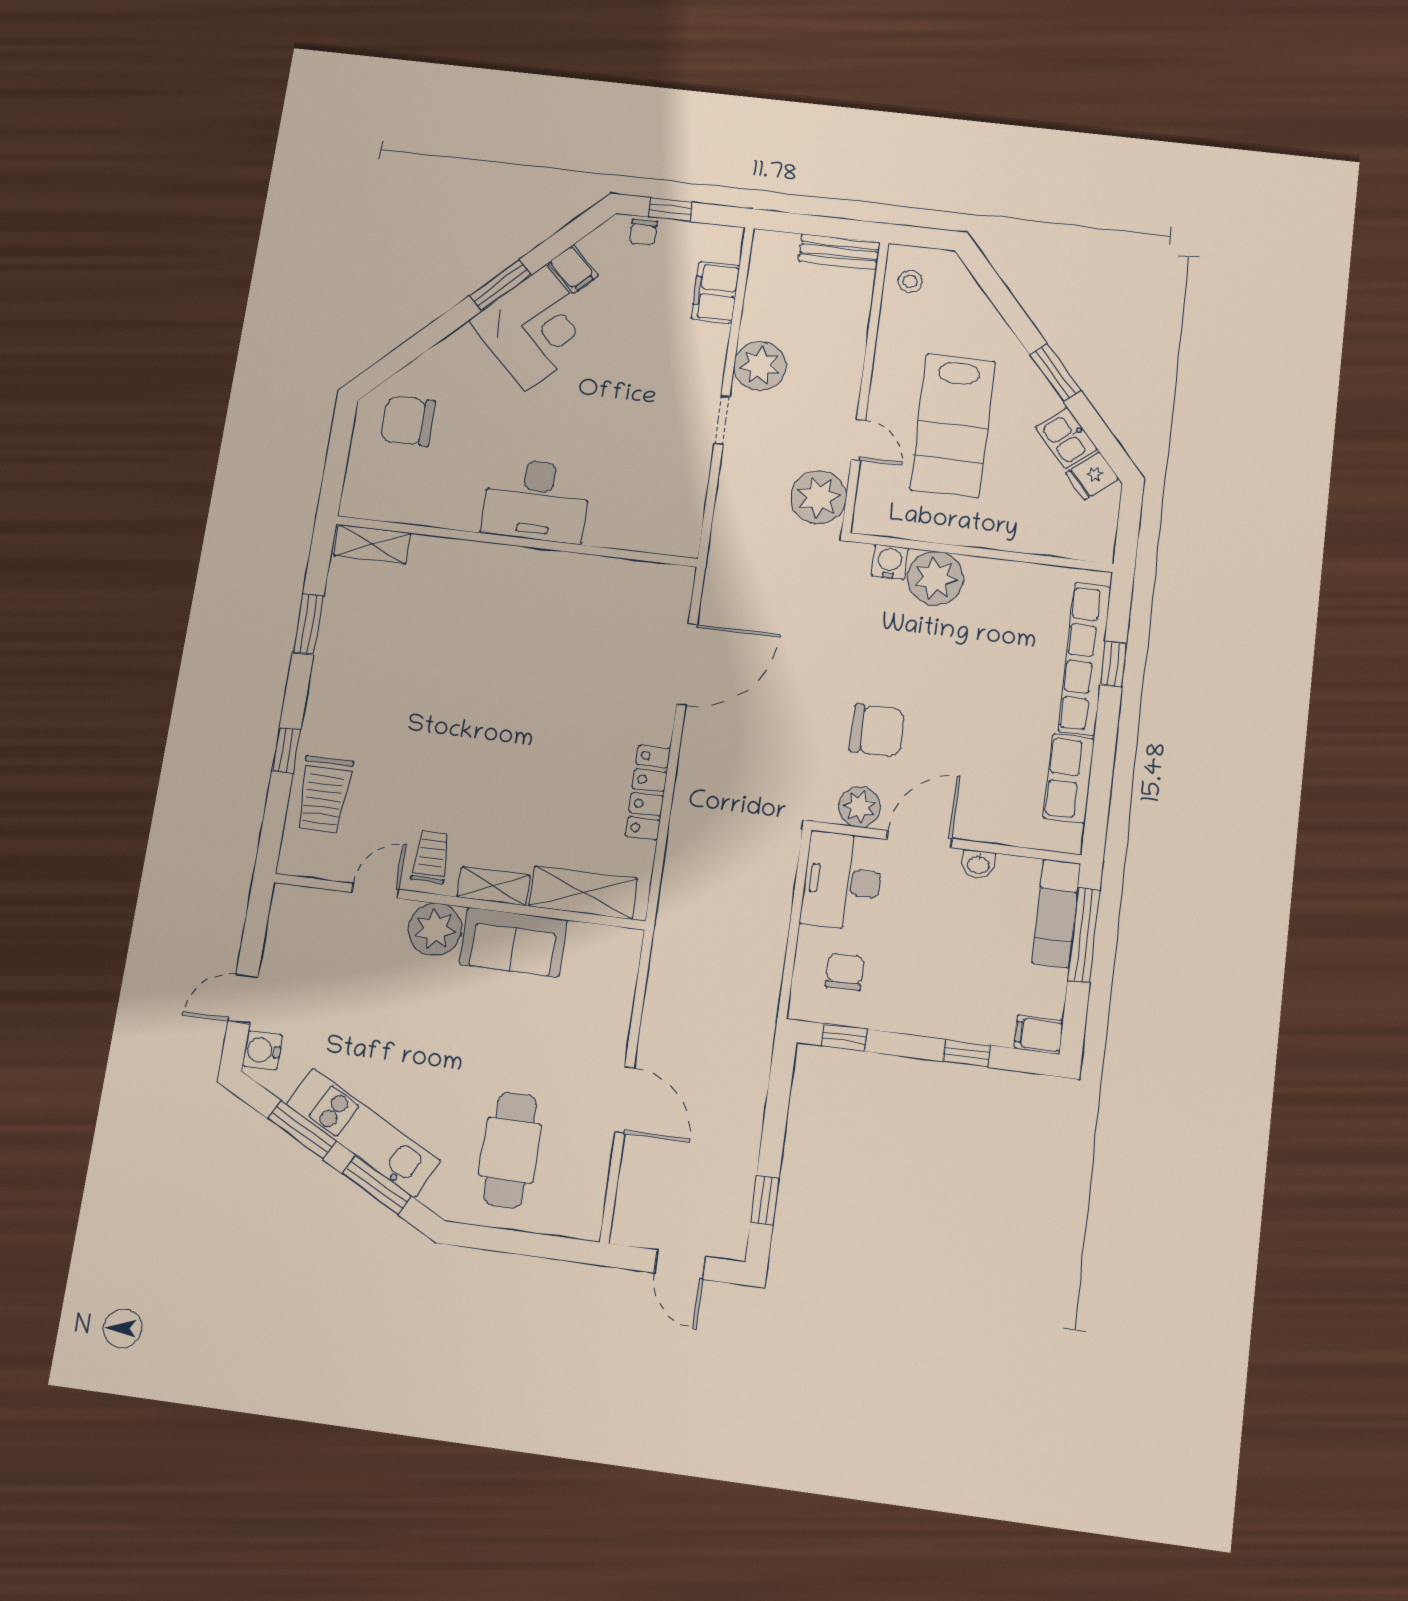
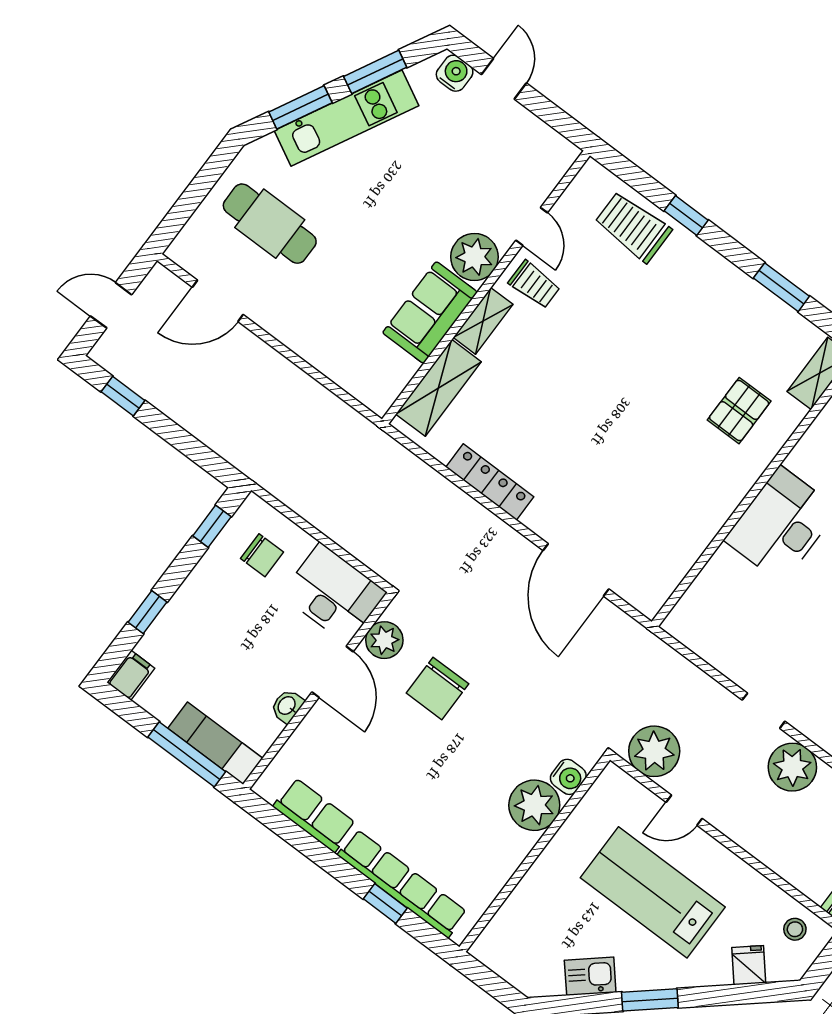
fridge: (1092, 476) -> (749, 965), moved
pallet: (448, 598) -> (739, 411), added
door: (625, 1100) -> (218, 301), moved

